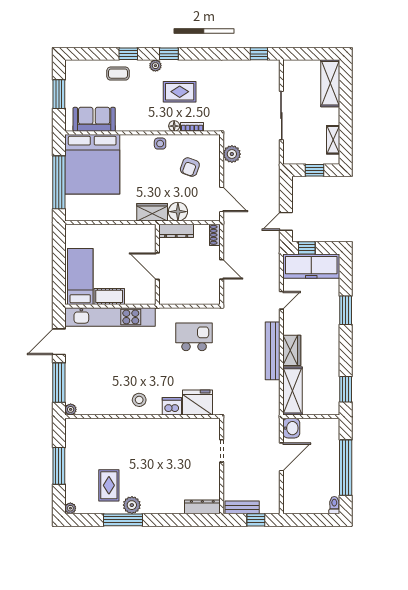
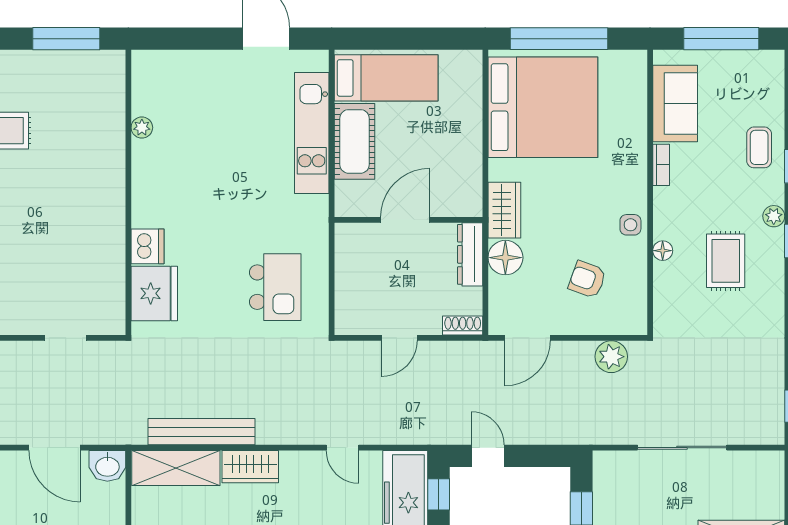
window: (59, 94) -> (721, 39), width x1.44
bookcase: (192, 127) -> (661, 165), moved
bed: (92, 164) -> (543, 107), moved, turned 180
cot: (109, 296) -> (355, 141), width x1.37, depth x1.34
kitchen unit: (110, 317) -> (312, 133), width x0.73
bench: (273, 351) -> (201, 432), moved
window: (59, 383) -> (191, 39), removed
stool: (139, 400) -> (159, 186), removed
plant: (71, 409) -> (142, 128), moved
window: (59, 466) -> (66, 39), moved

